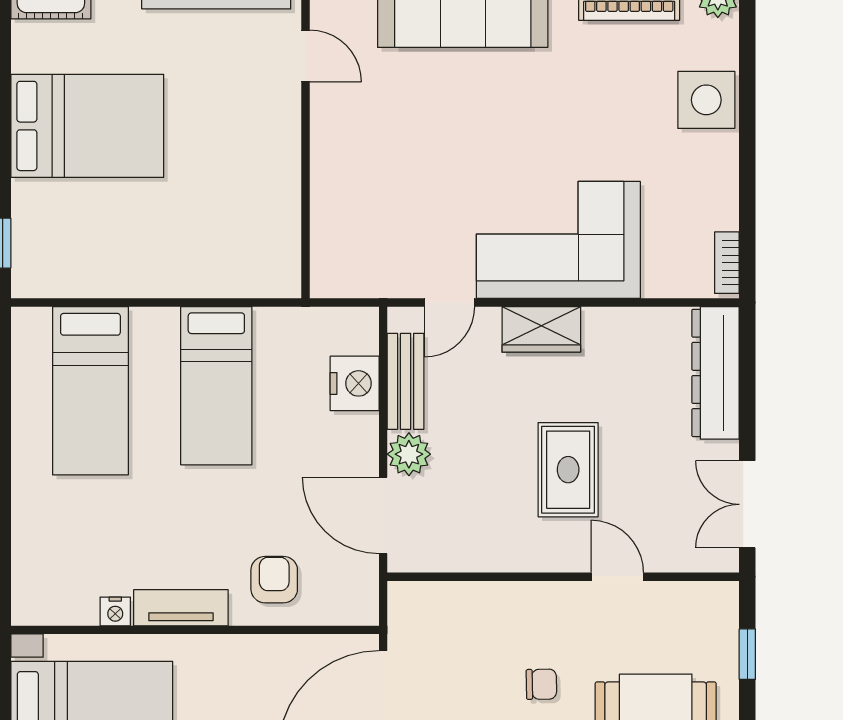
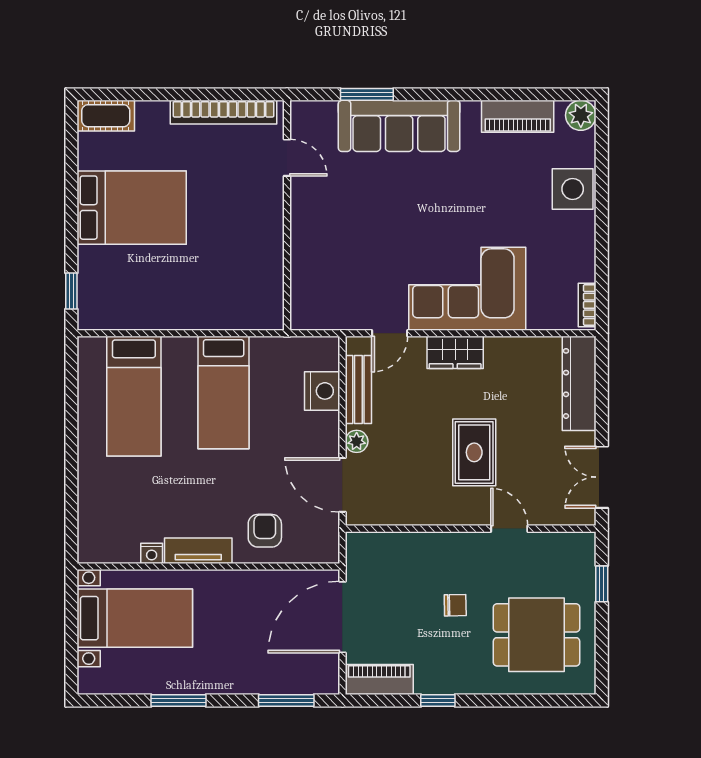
plant: (409, 454) -> (357, 441), width x0.73, depth x0.73

